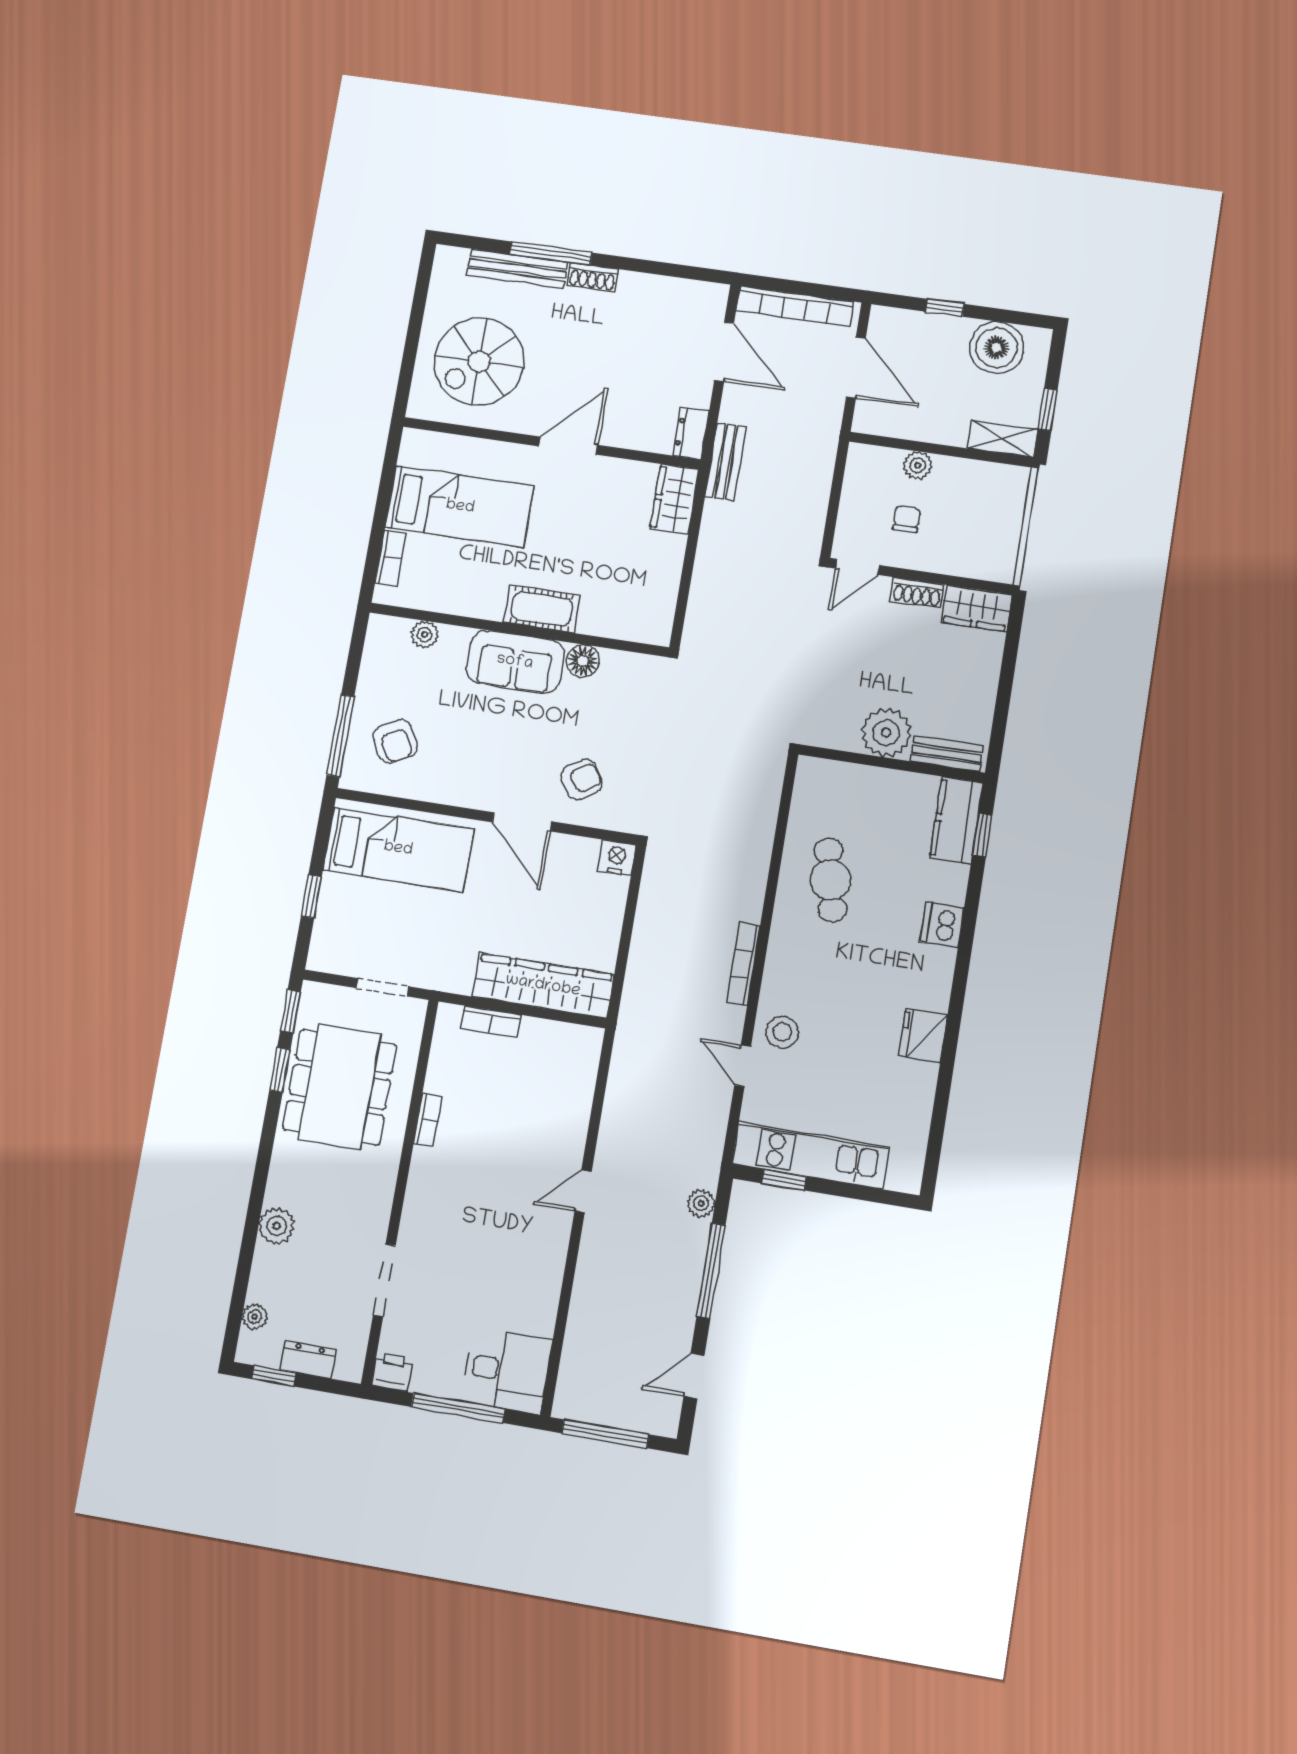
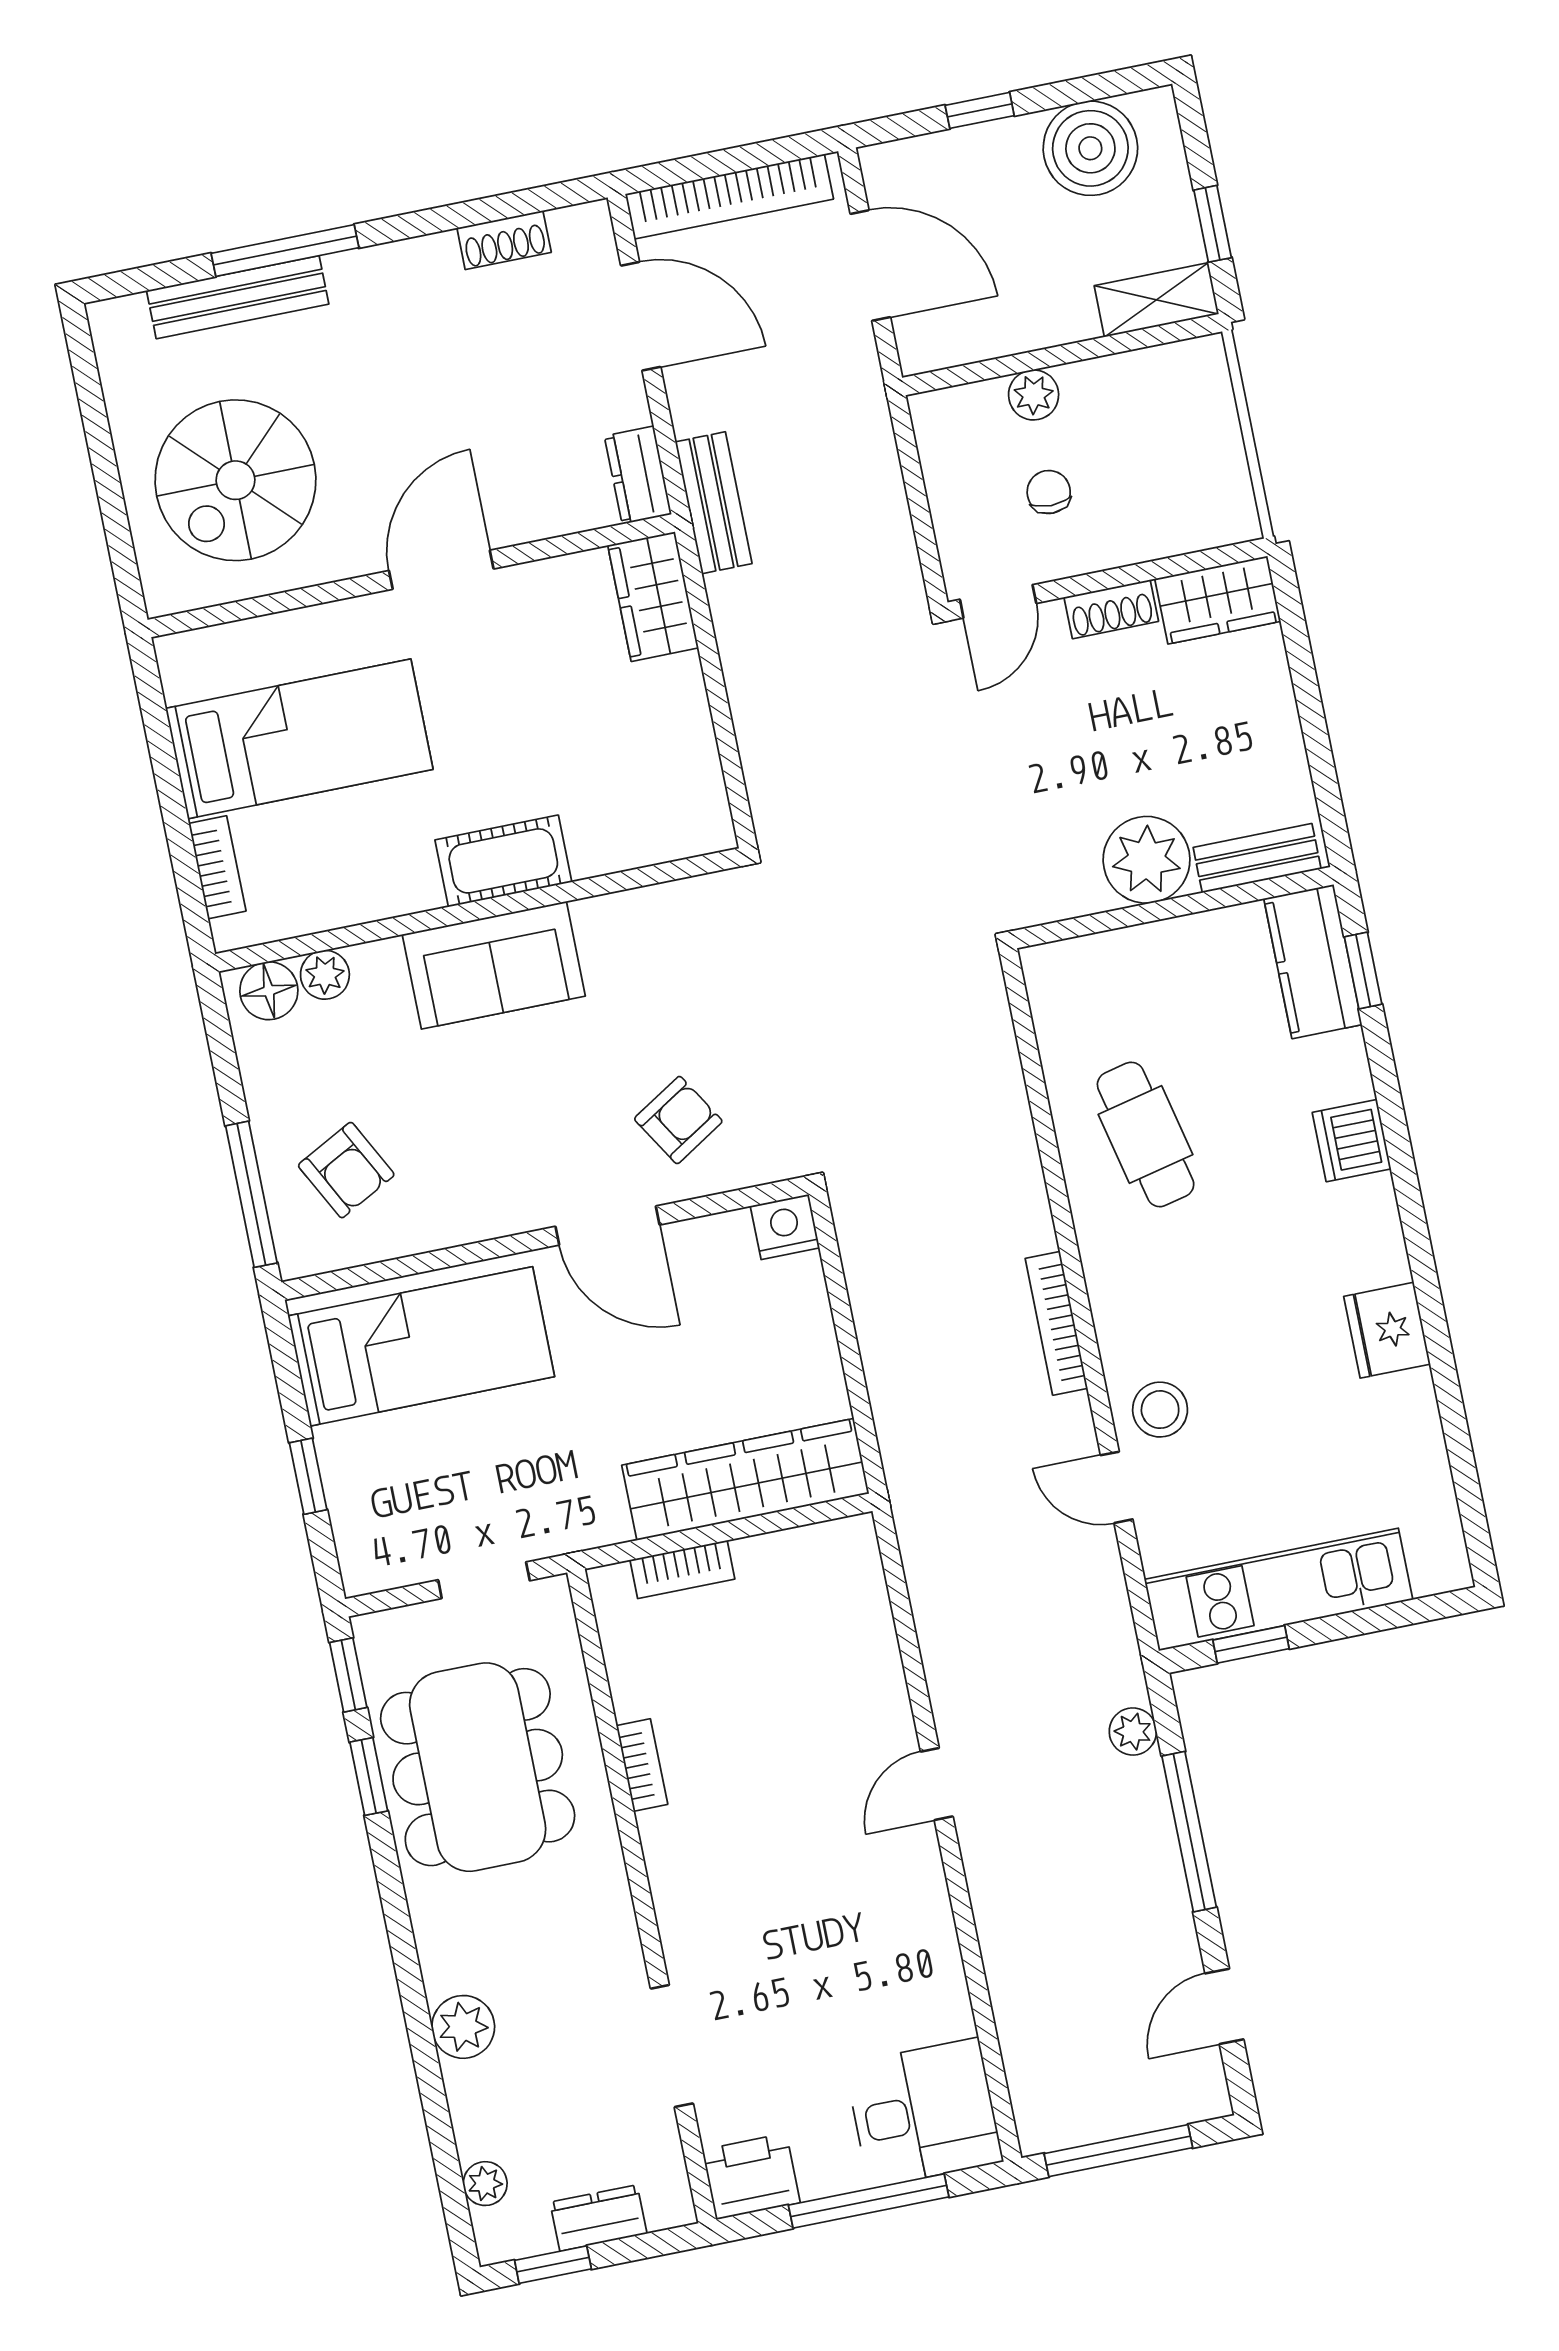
shoe rack: (593, 277) -> (504, 240), moved
floor lamp: (583, 661) -> (269, 991), moved
printer: (392, 1372) -> (751, 2176), width x1.36, depth x1.24

